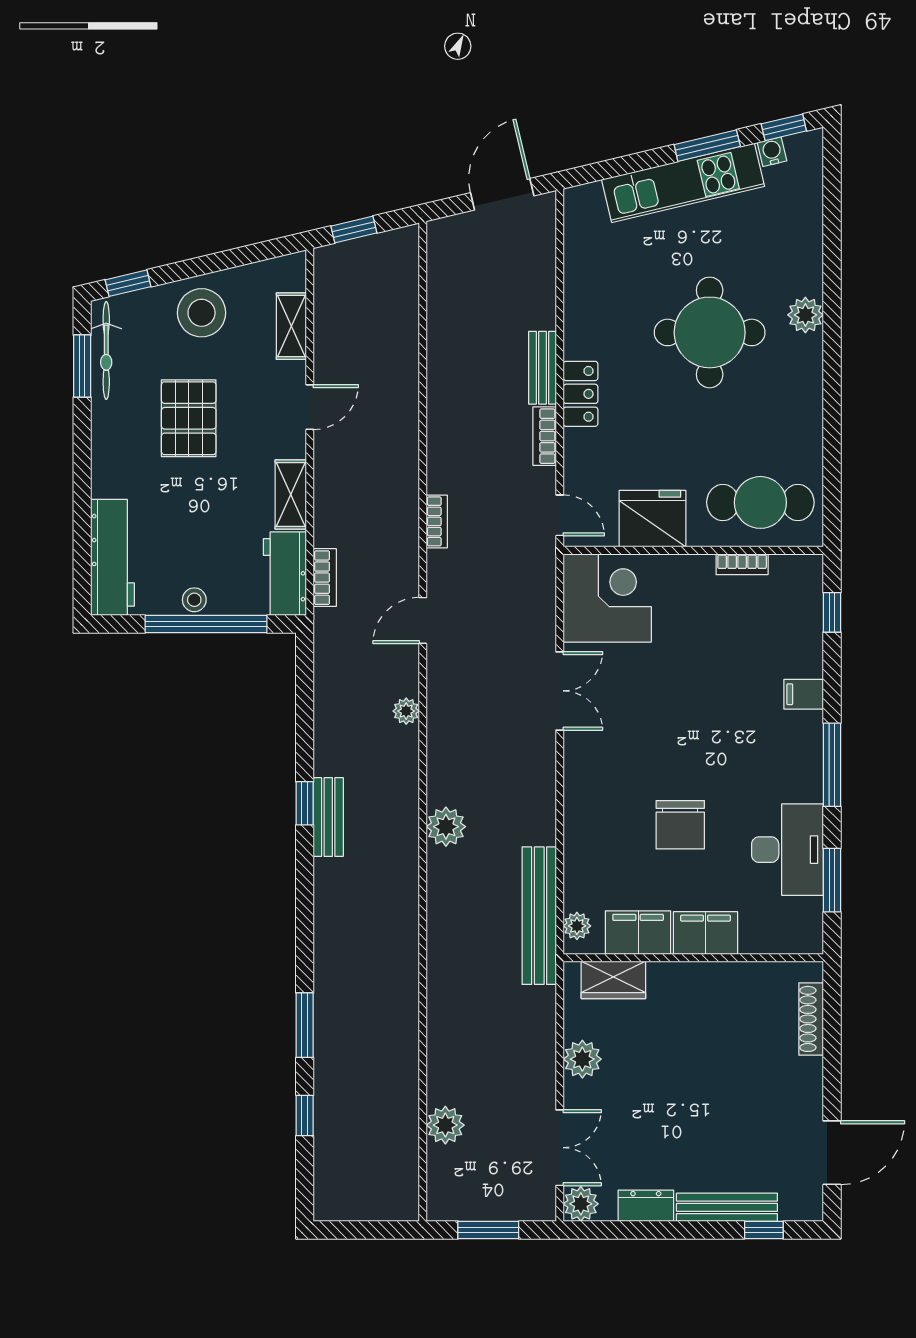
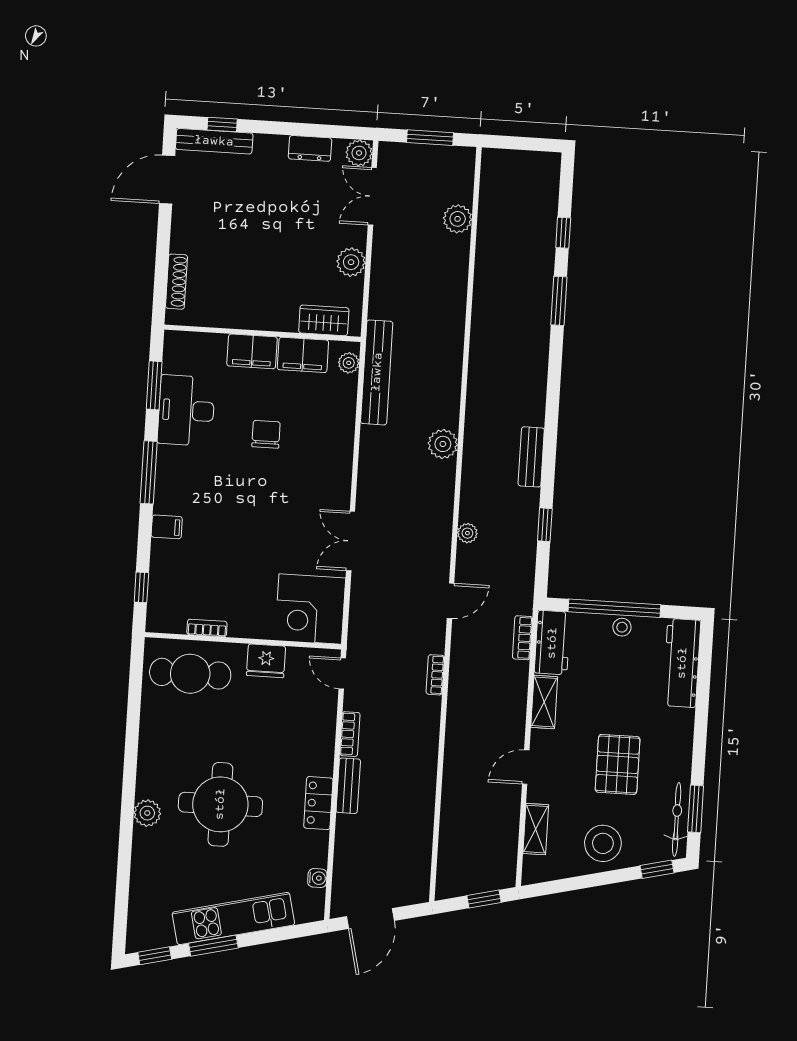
water cooler: (772, 152) -> (317, 878), moved, turned -77
locker: (581, 394) -> (318, 803), moved
fridge: (653, 519) -> (266, 661), width x0.73, depth x0.75
window: (305, 803) -> (545, 525), moved
chair: (680, 825) -> (266, 434), width x0.73, depth x0.73
bench: (727, 1207) -> (214, 141), moved

